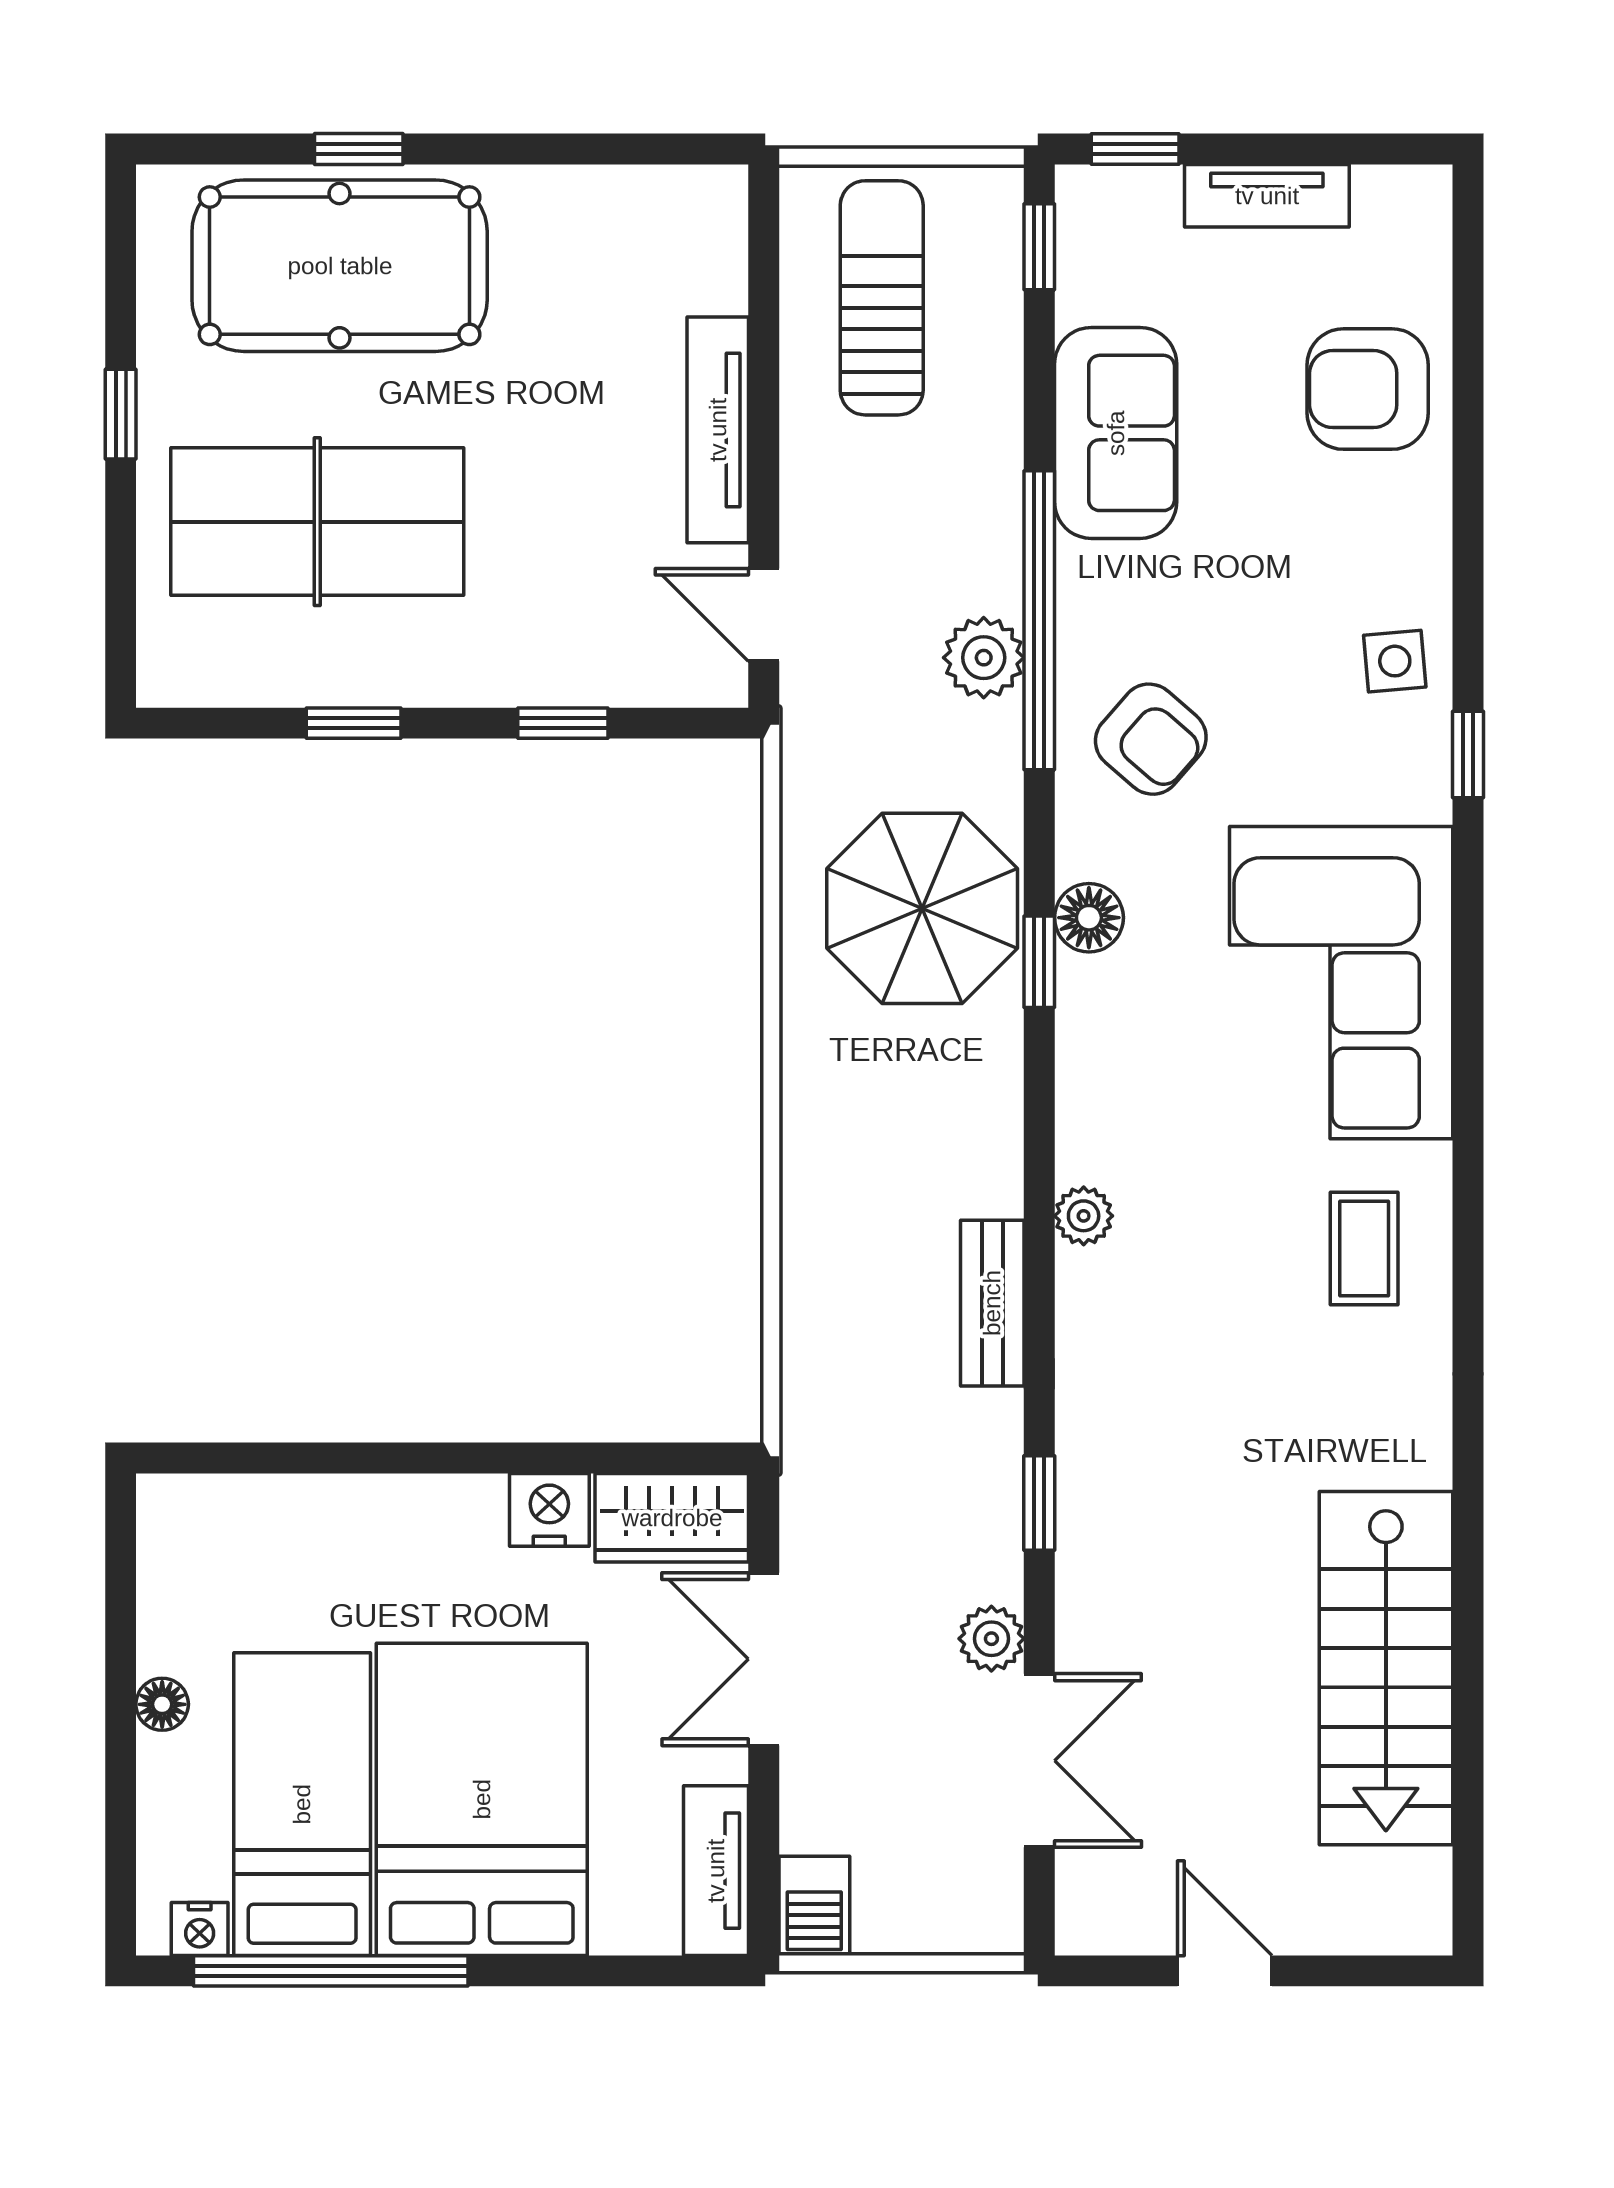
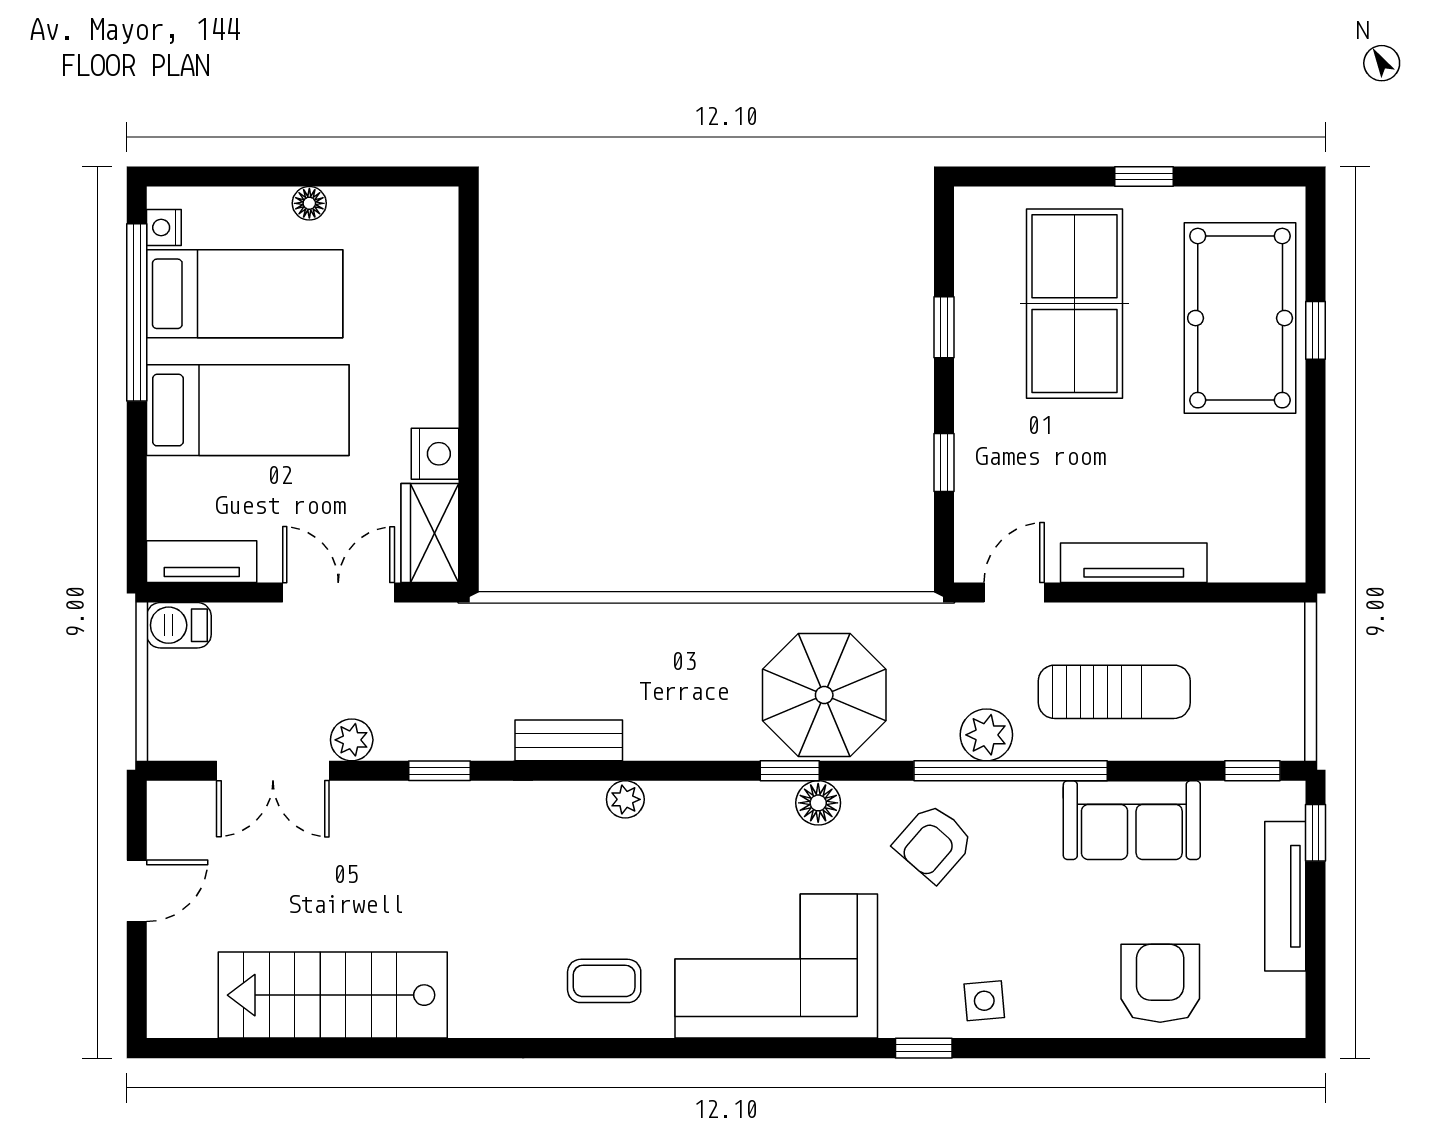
tv unit: (1267, 196) -> (1285, 896), width x1.41
sun lounger: (882, 298) -> (1114, 692), moved
bed: (482, 1799) -> (248, 410), width x0.67

